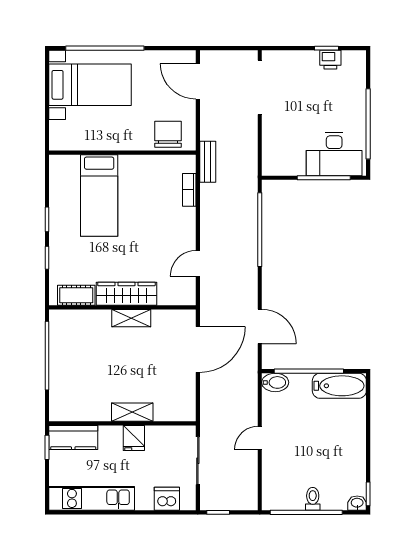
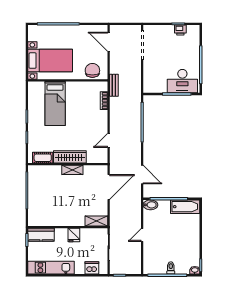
bed with nightstands: (90, 85) -> (50, 61), moved
shelving: (132, 412) -> (96, 221), moved

